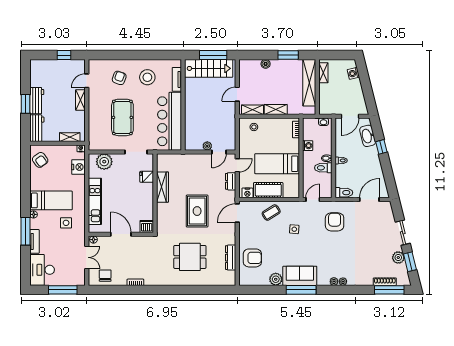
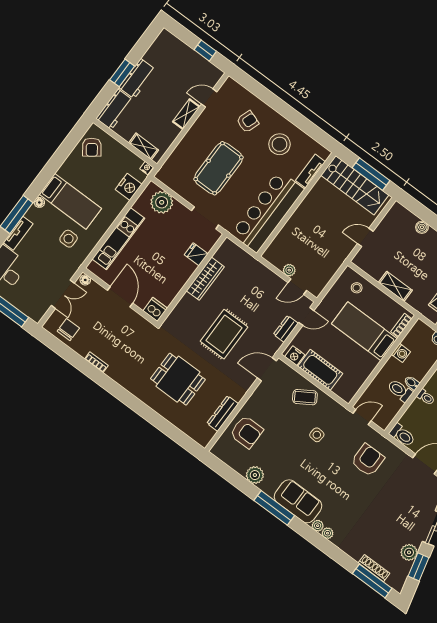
shelving: (253, 110) -> (369, 267), removed
bed: (277, 164) -> (364, 331), moved
sofa: (300, 276) -> (298, 501), moved

